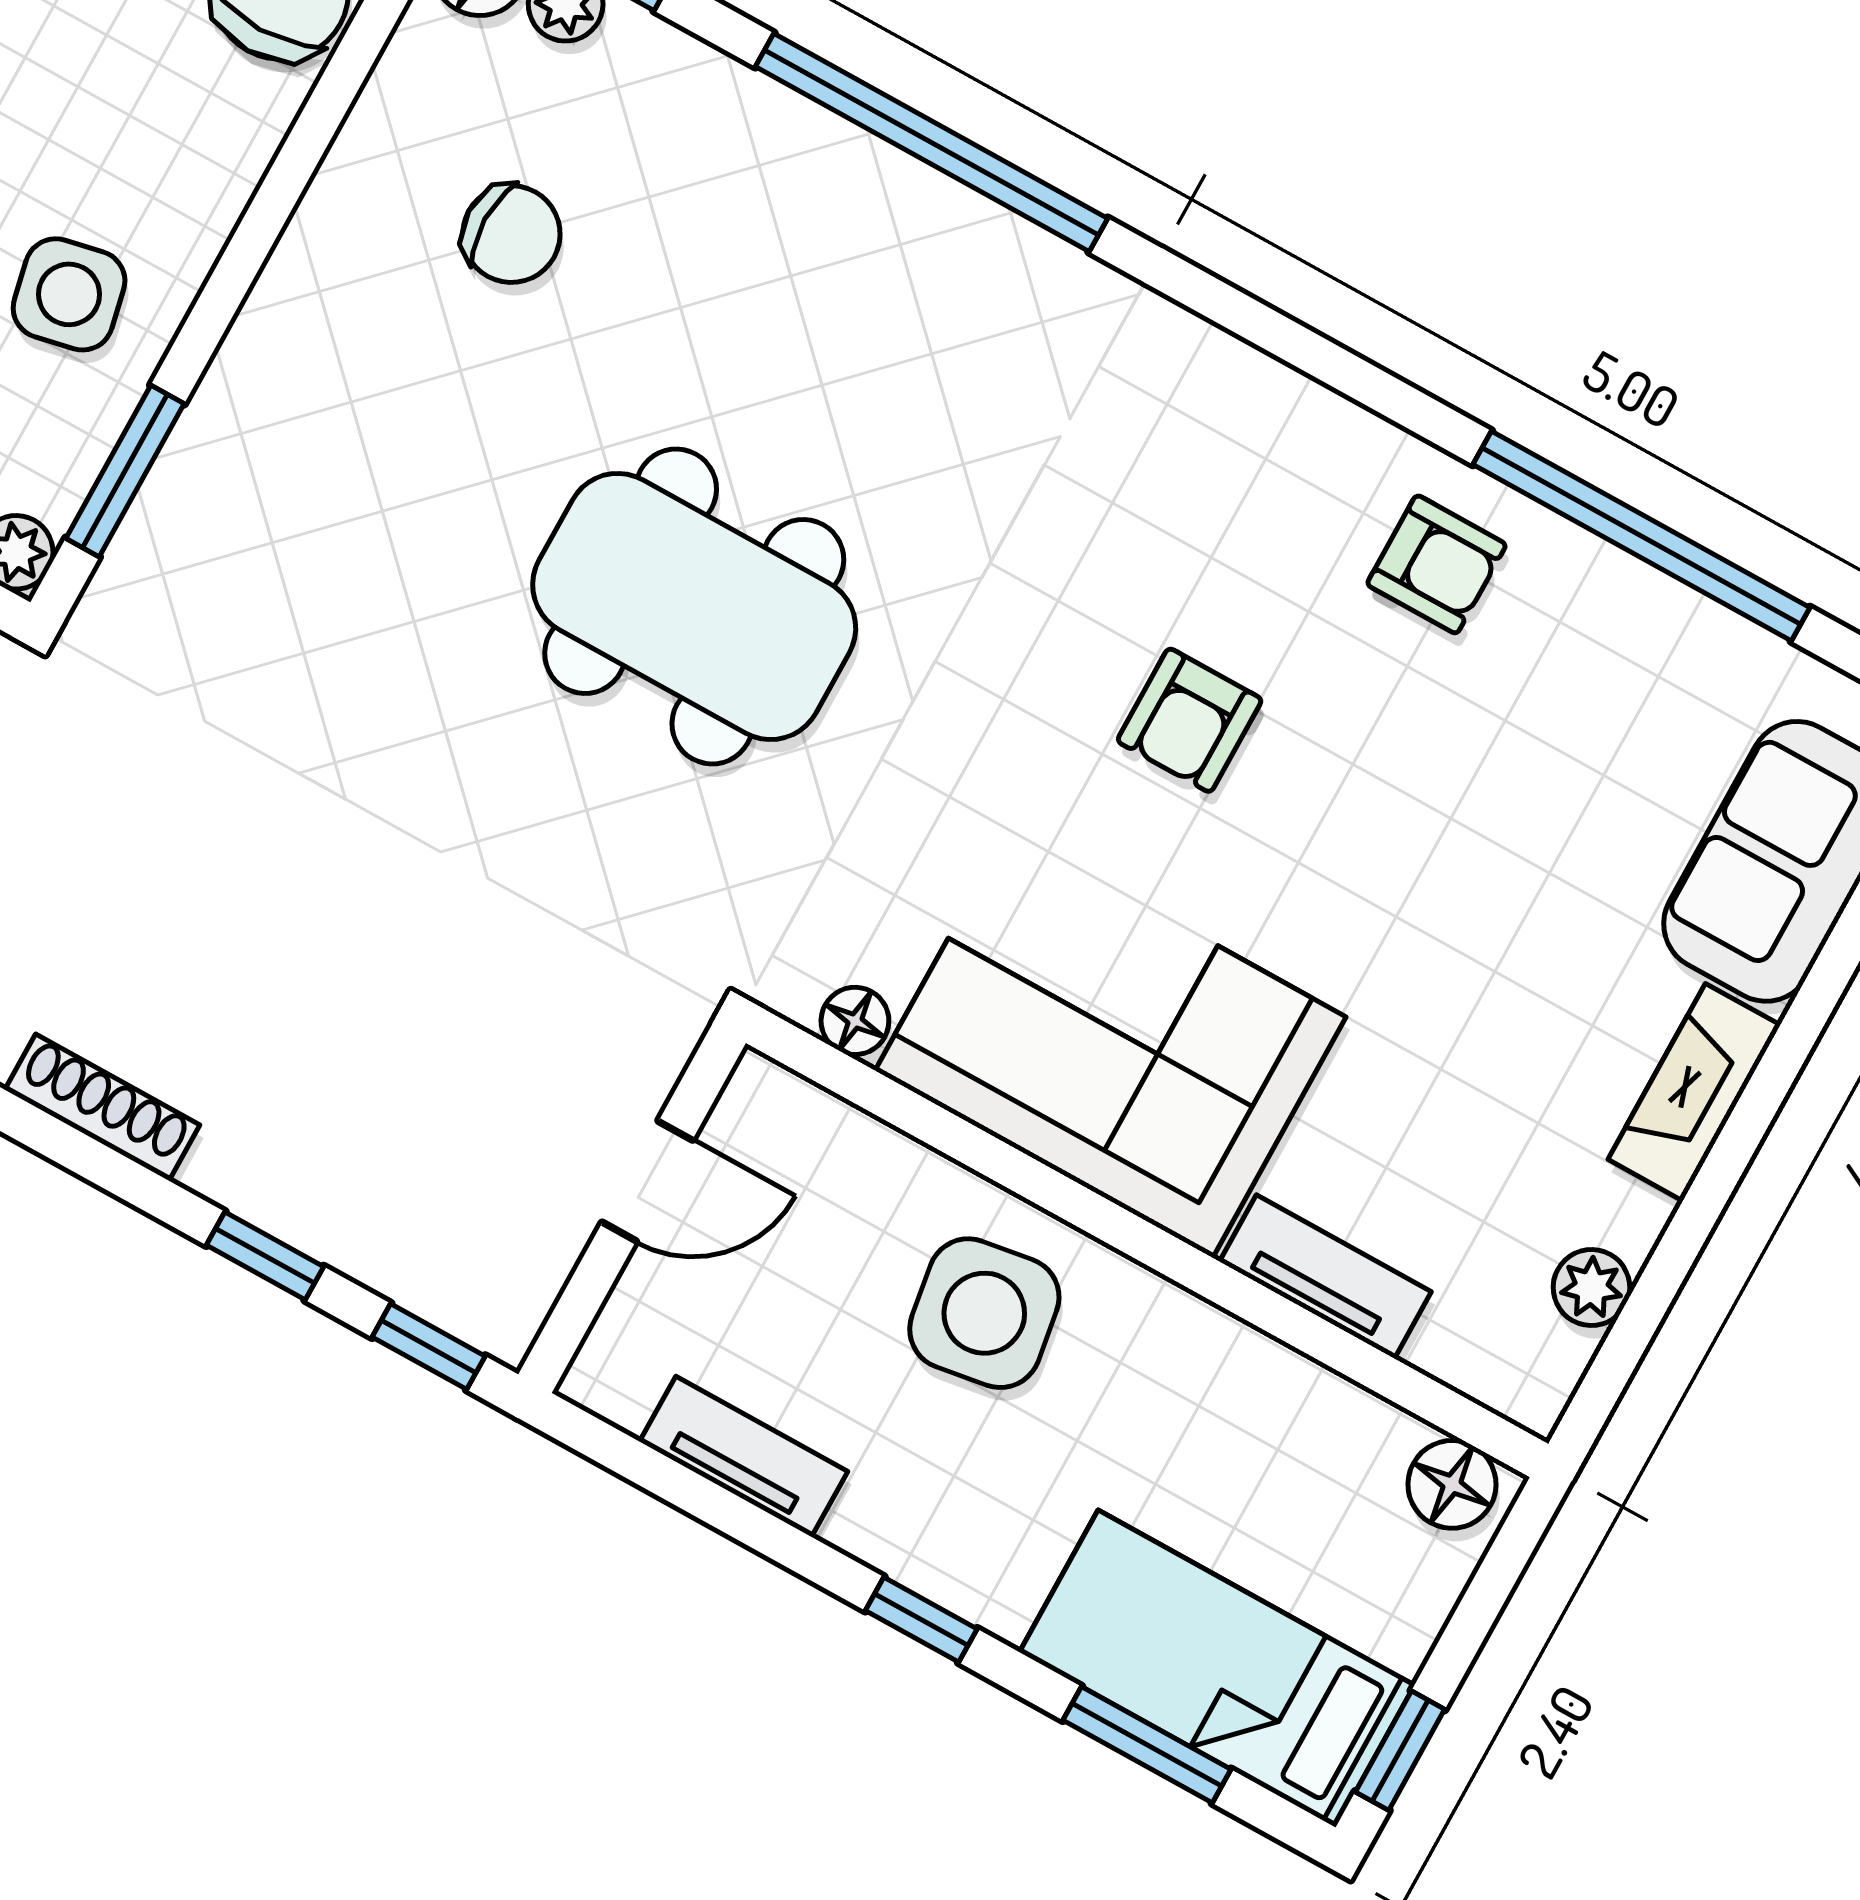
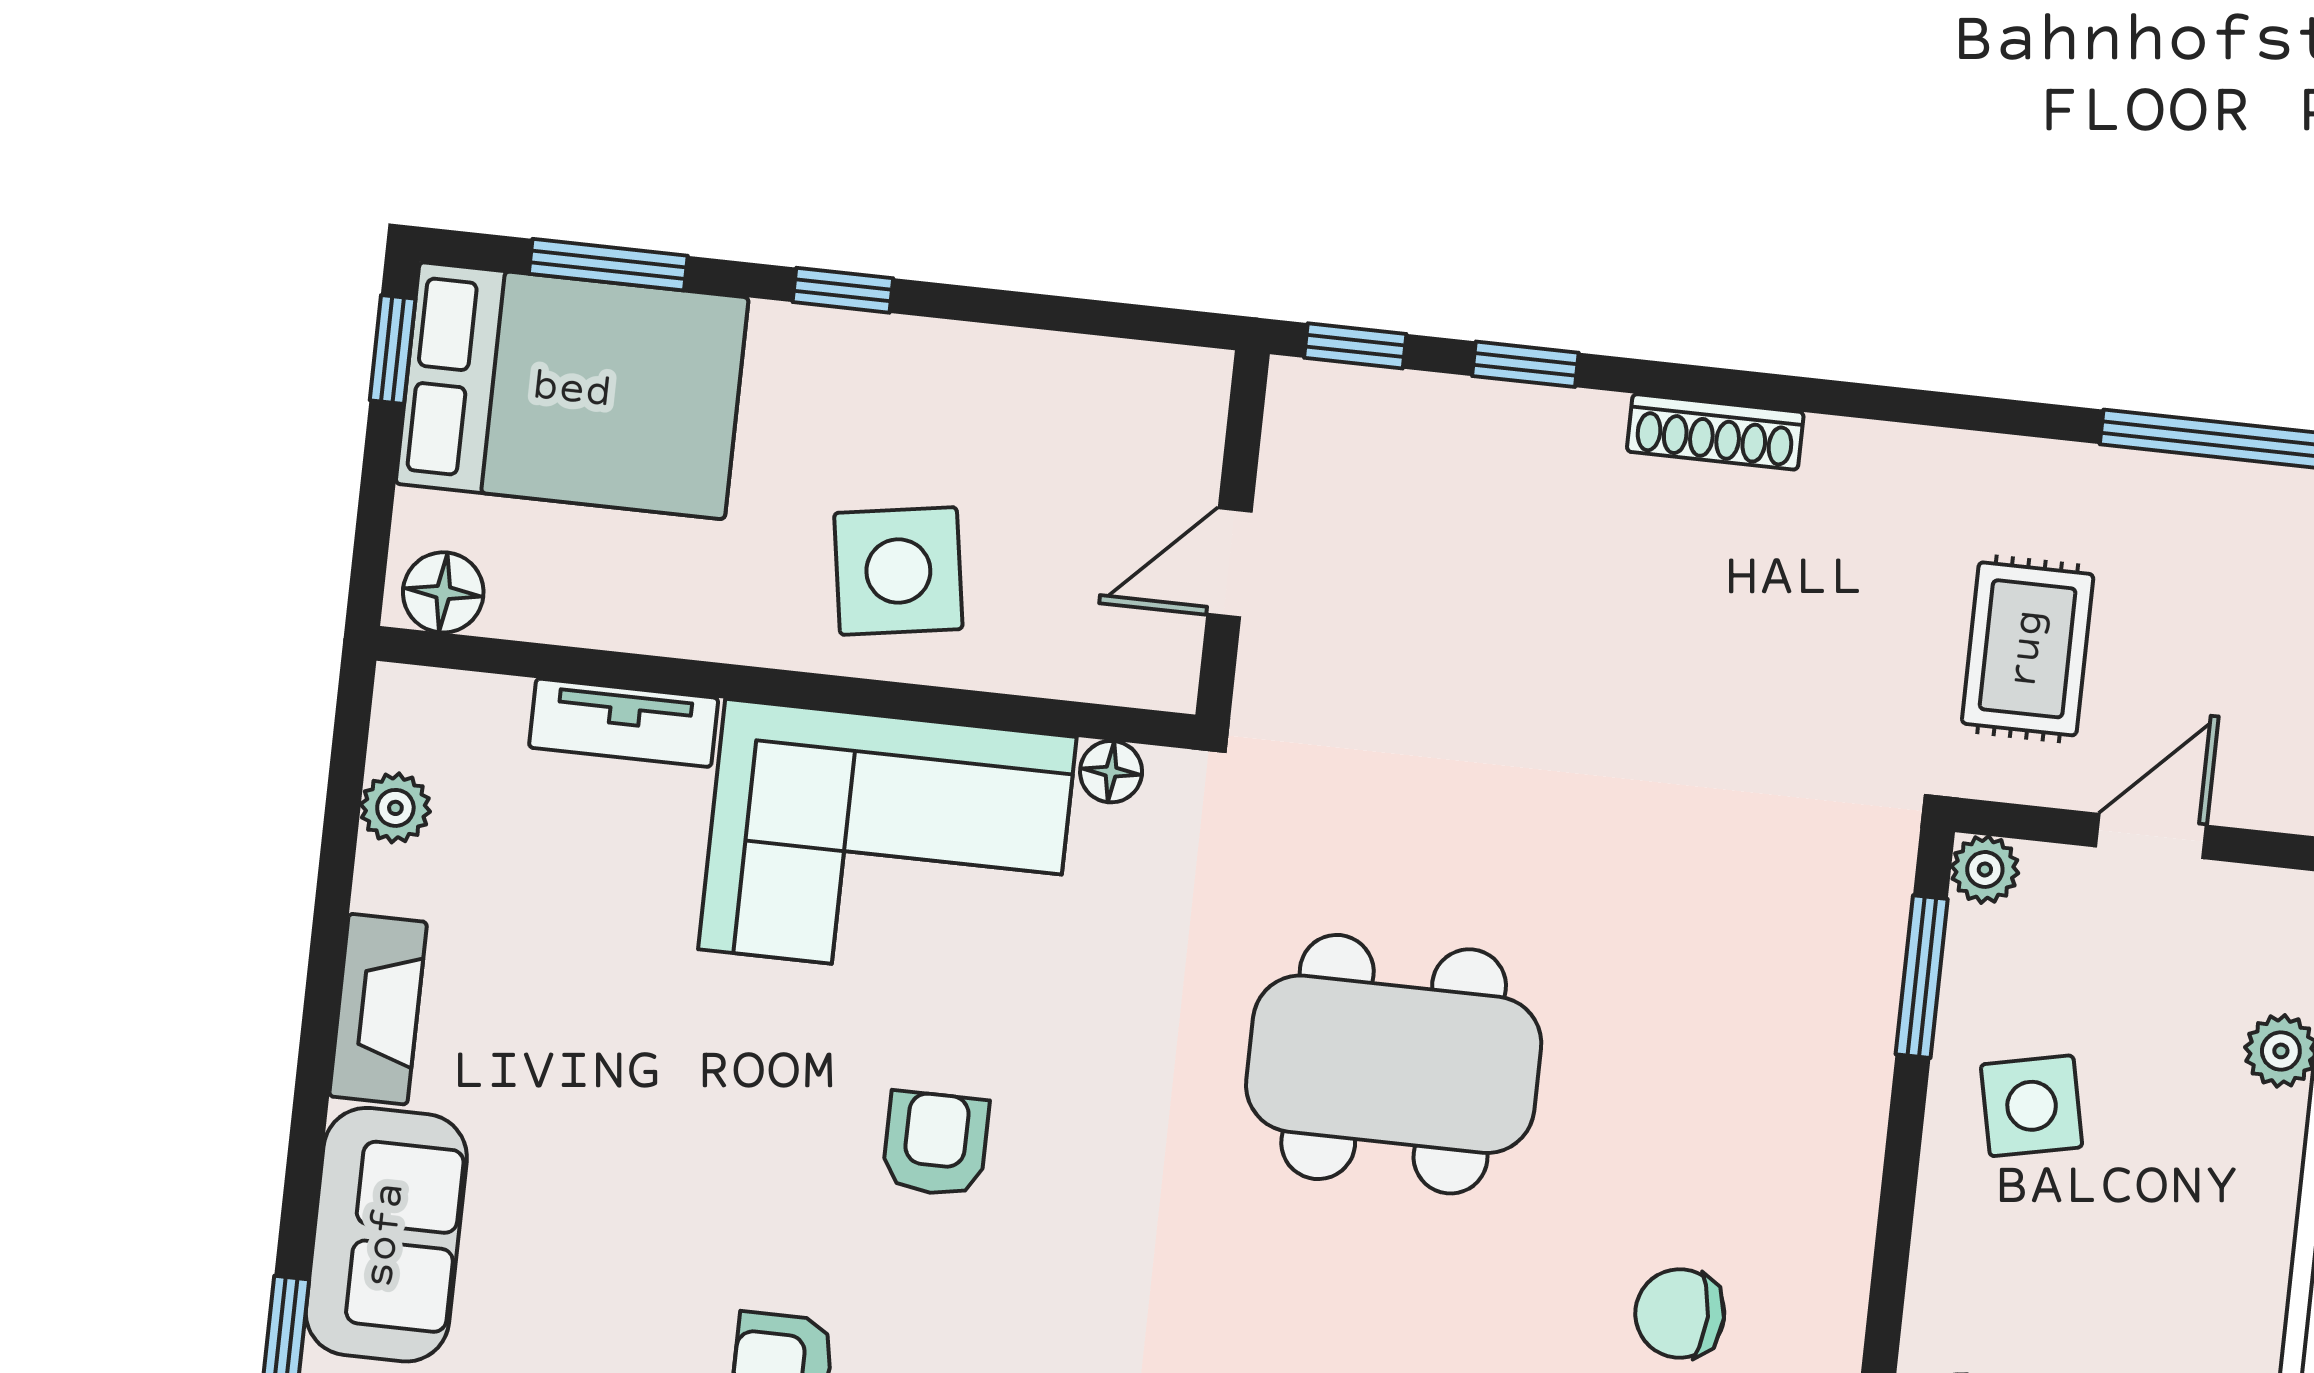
tv unit: (744, 1457) -> (1051, 365), removed
bed: (1217, 1669) -> (572, 391), width x1.50

